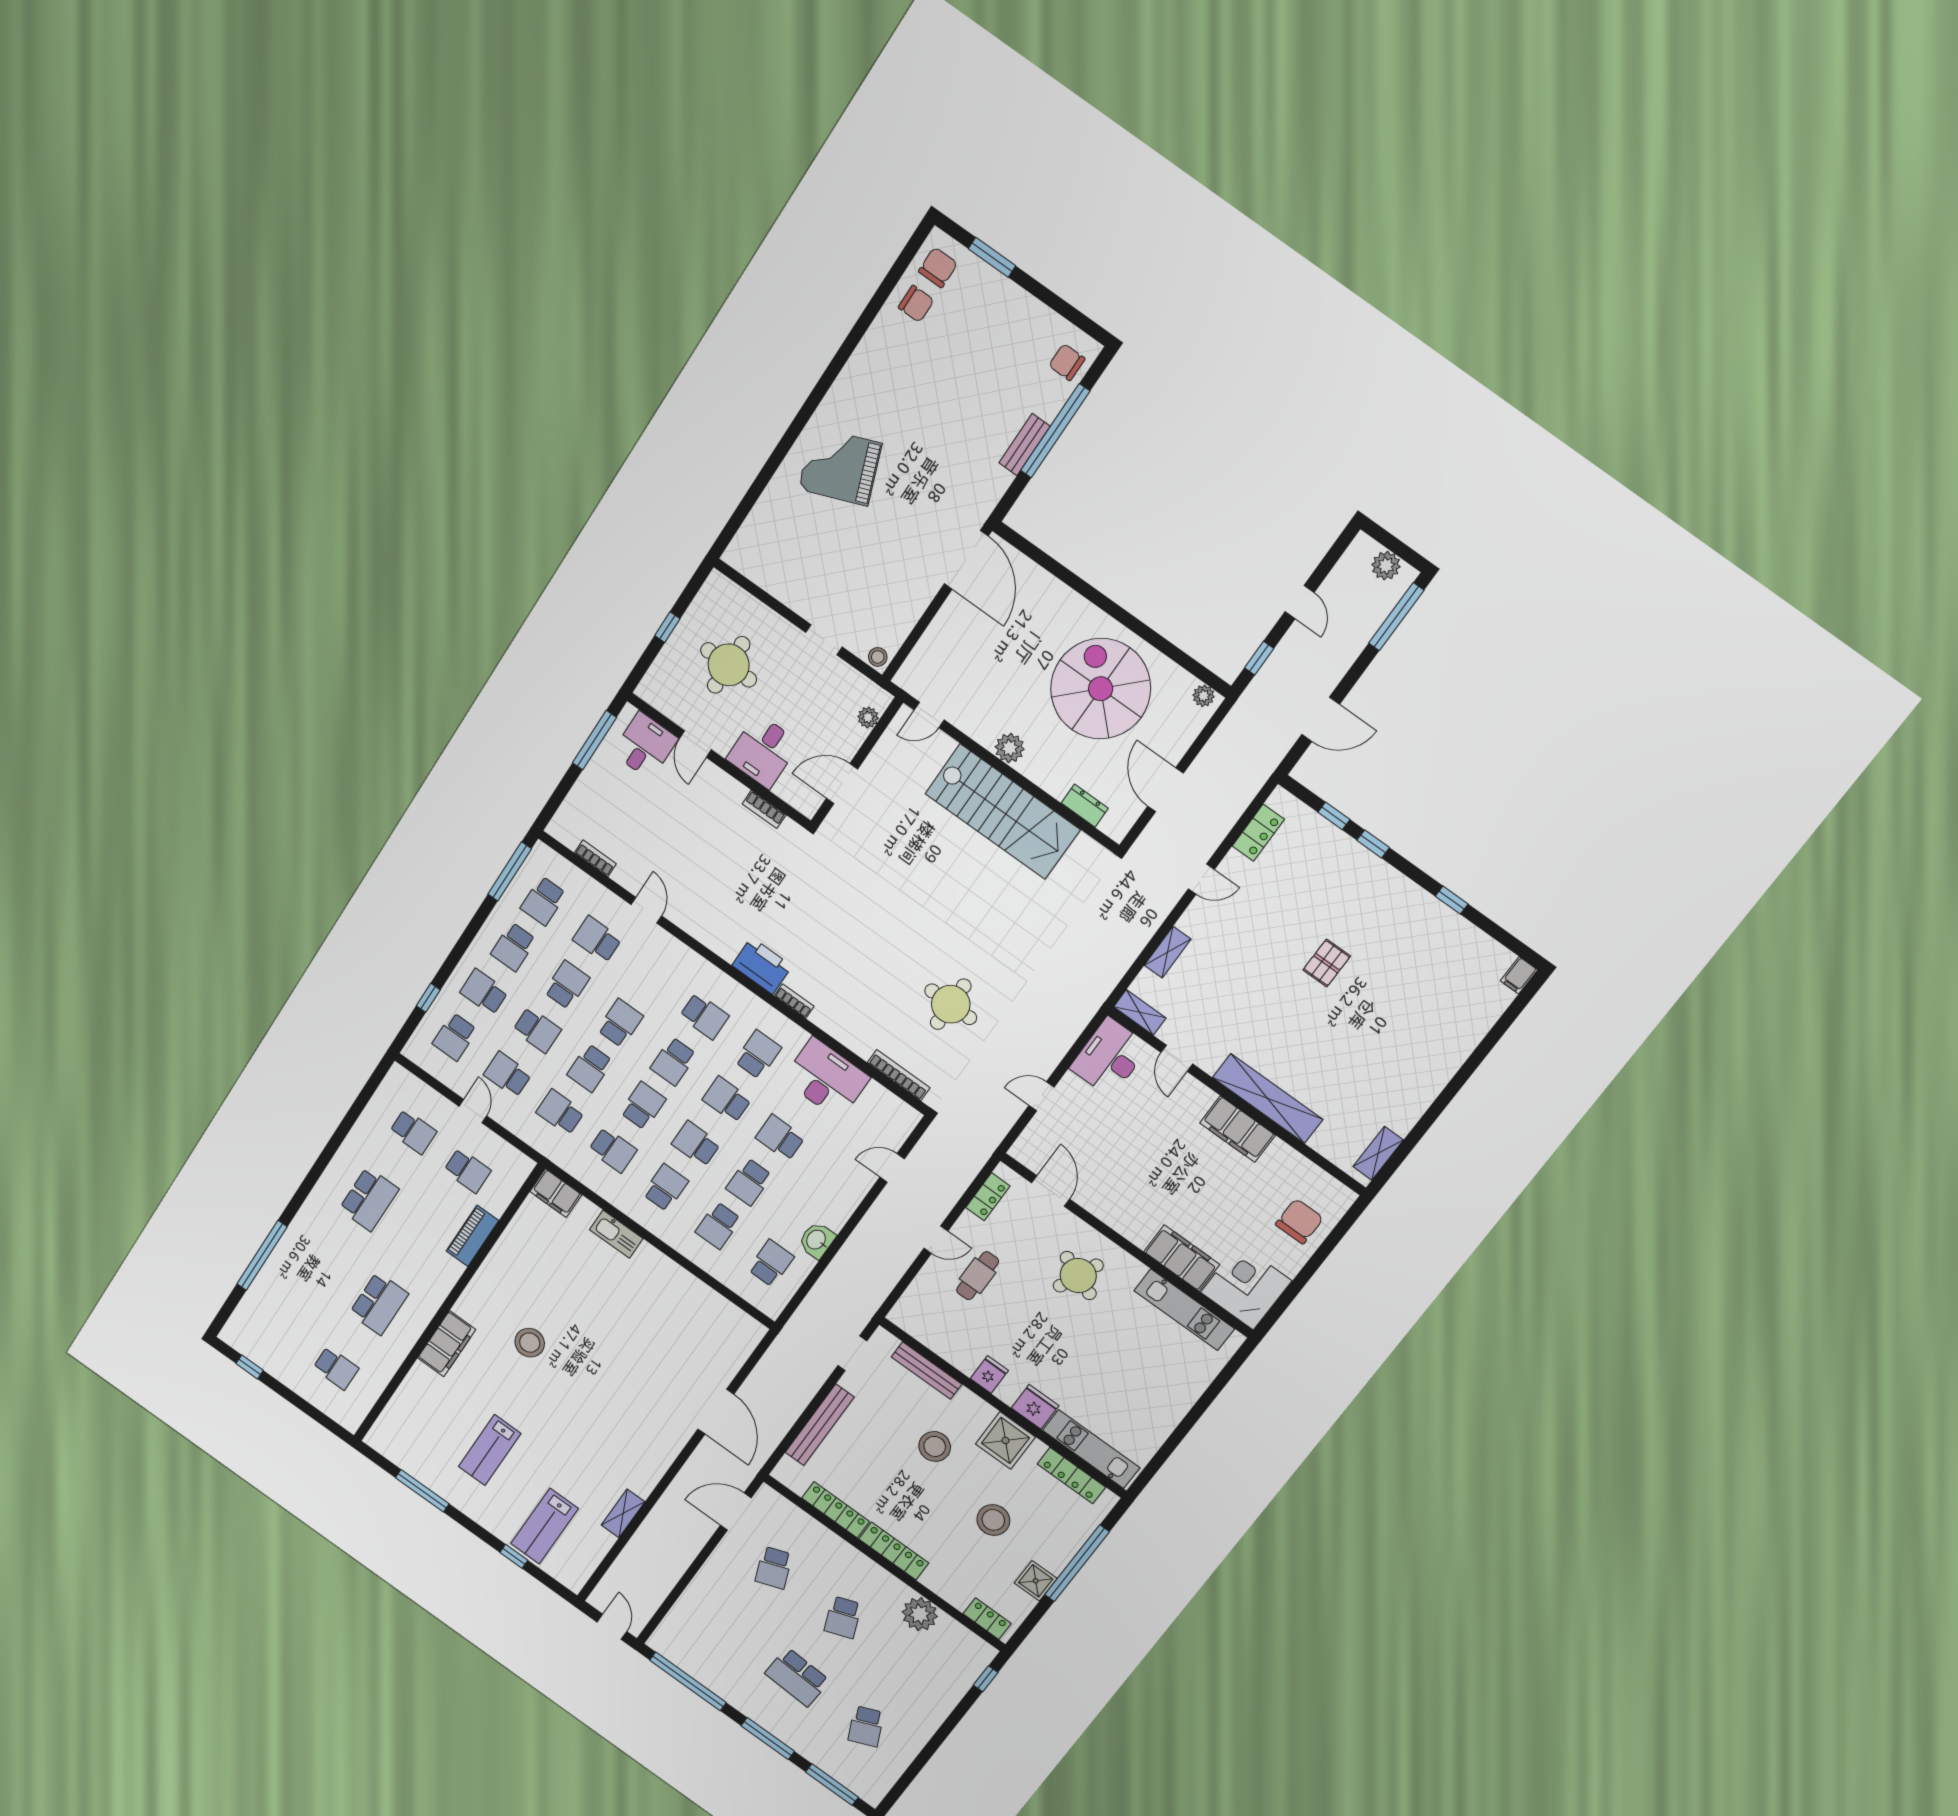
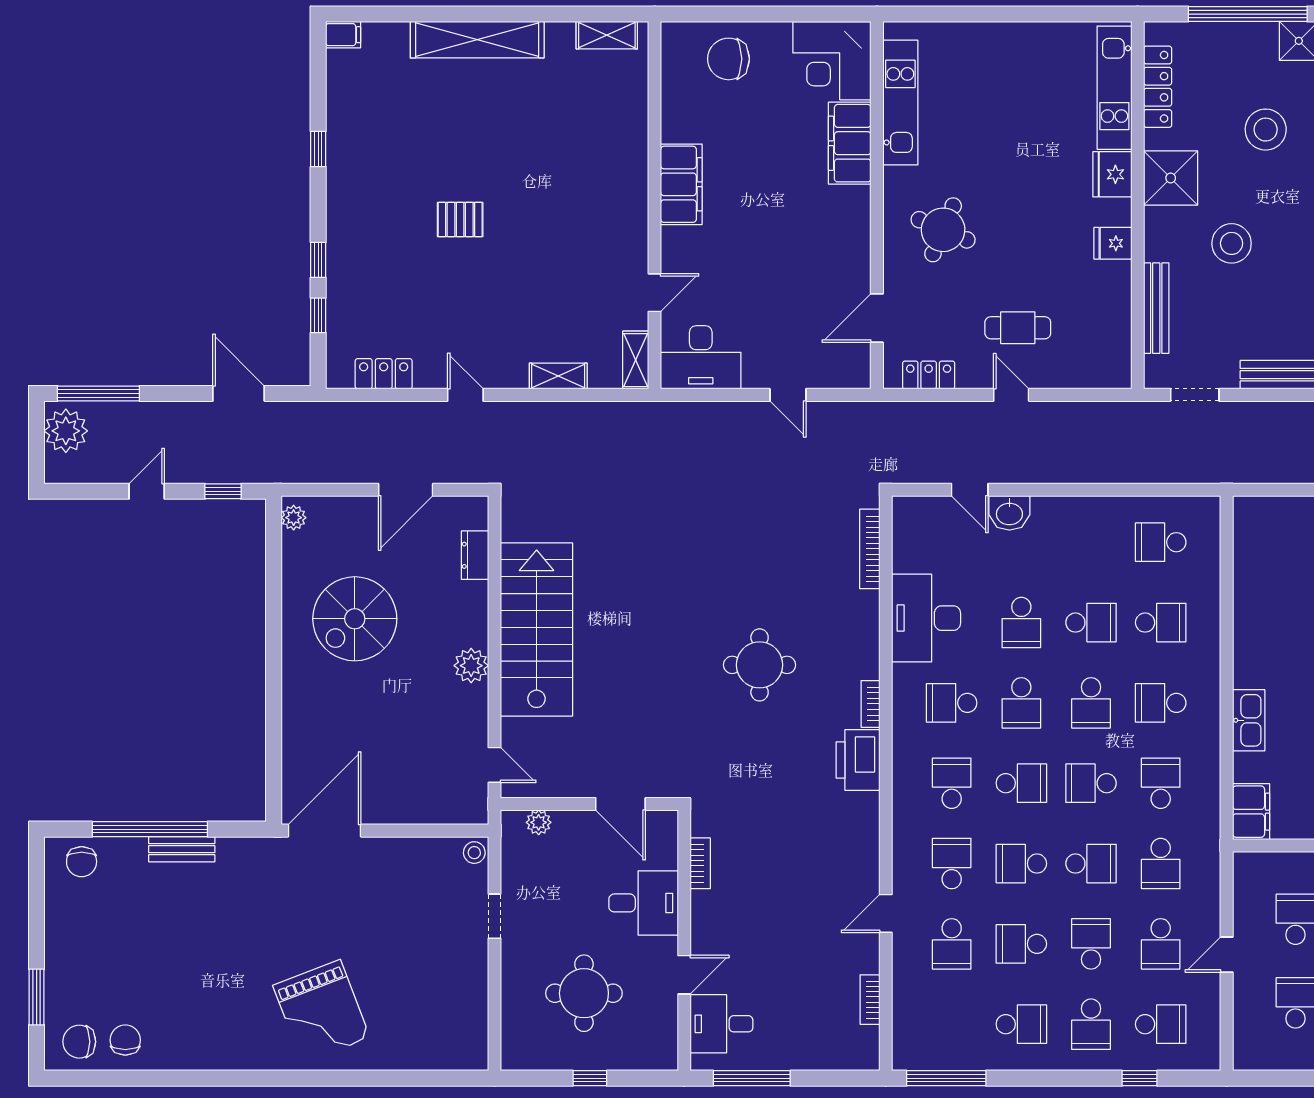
plant: (1386, 566) -> (66, 431), width x1.36, depth x1.36
spiral stairs: (1101, 689) -> (355, 619), width x0.73, depth x0.73
school desk: (543, 901) -> (952, 864), moved, turned -90
round table: (951, 1004) -> (760, 665), moved
shelving: (1268, 1099) -> (477, 40), moved, turned 90
washbasin: (817, 1240) -> (1009, 513), moved

